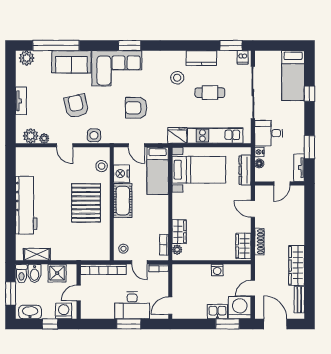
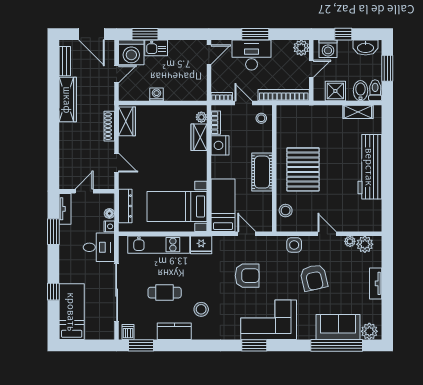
sofa: (71, 62) -> (338, 327), moved
nightstand: (122, 174) -> (220, 145), moved, turned 180
plant: (88, 312) -> (301, 48), added

